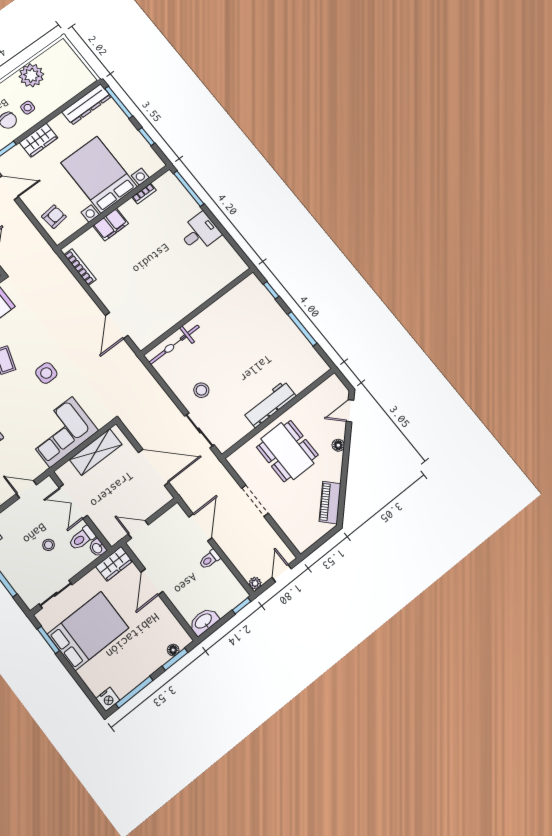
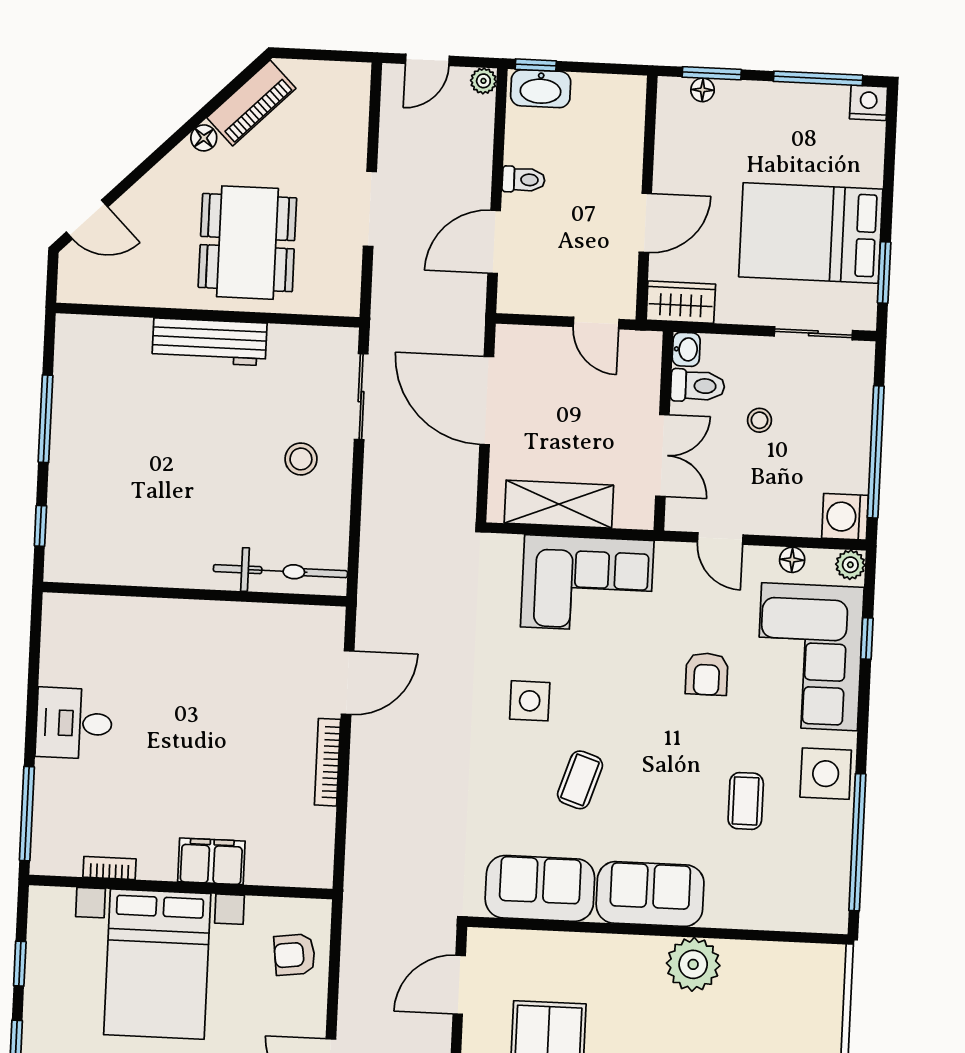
bookcase: (80, 267) -> (327, 762), moved
floor lamp: (338, 445) -> (204, 138), moved
washbasin: (204, 621) -> (541, 89), moved

